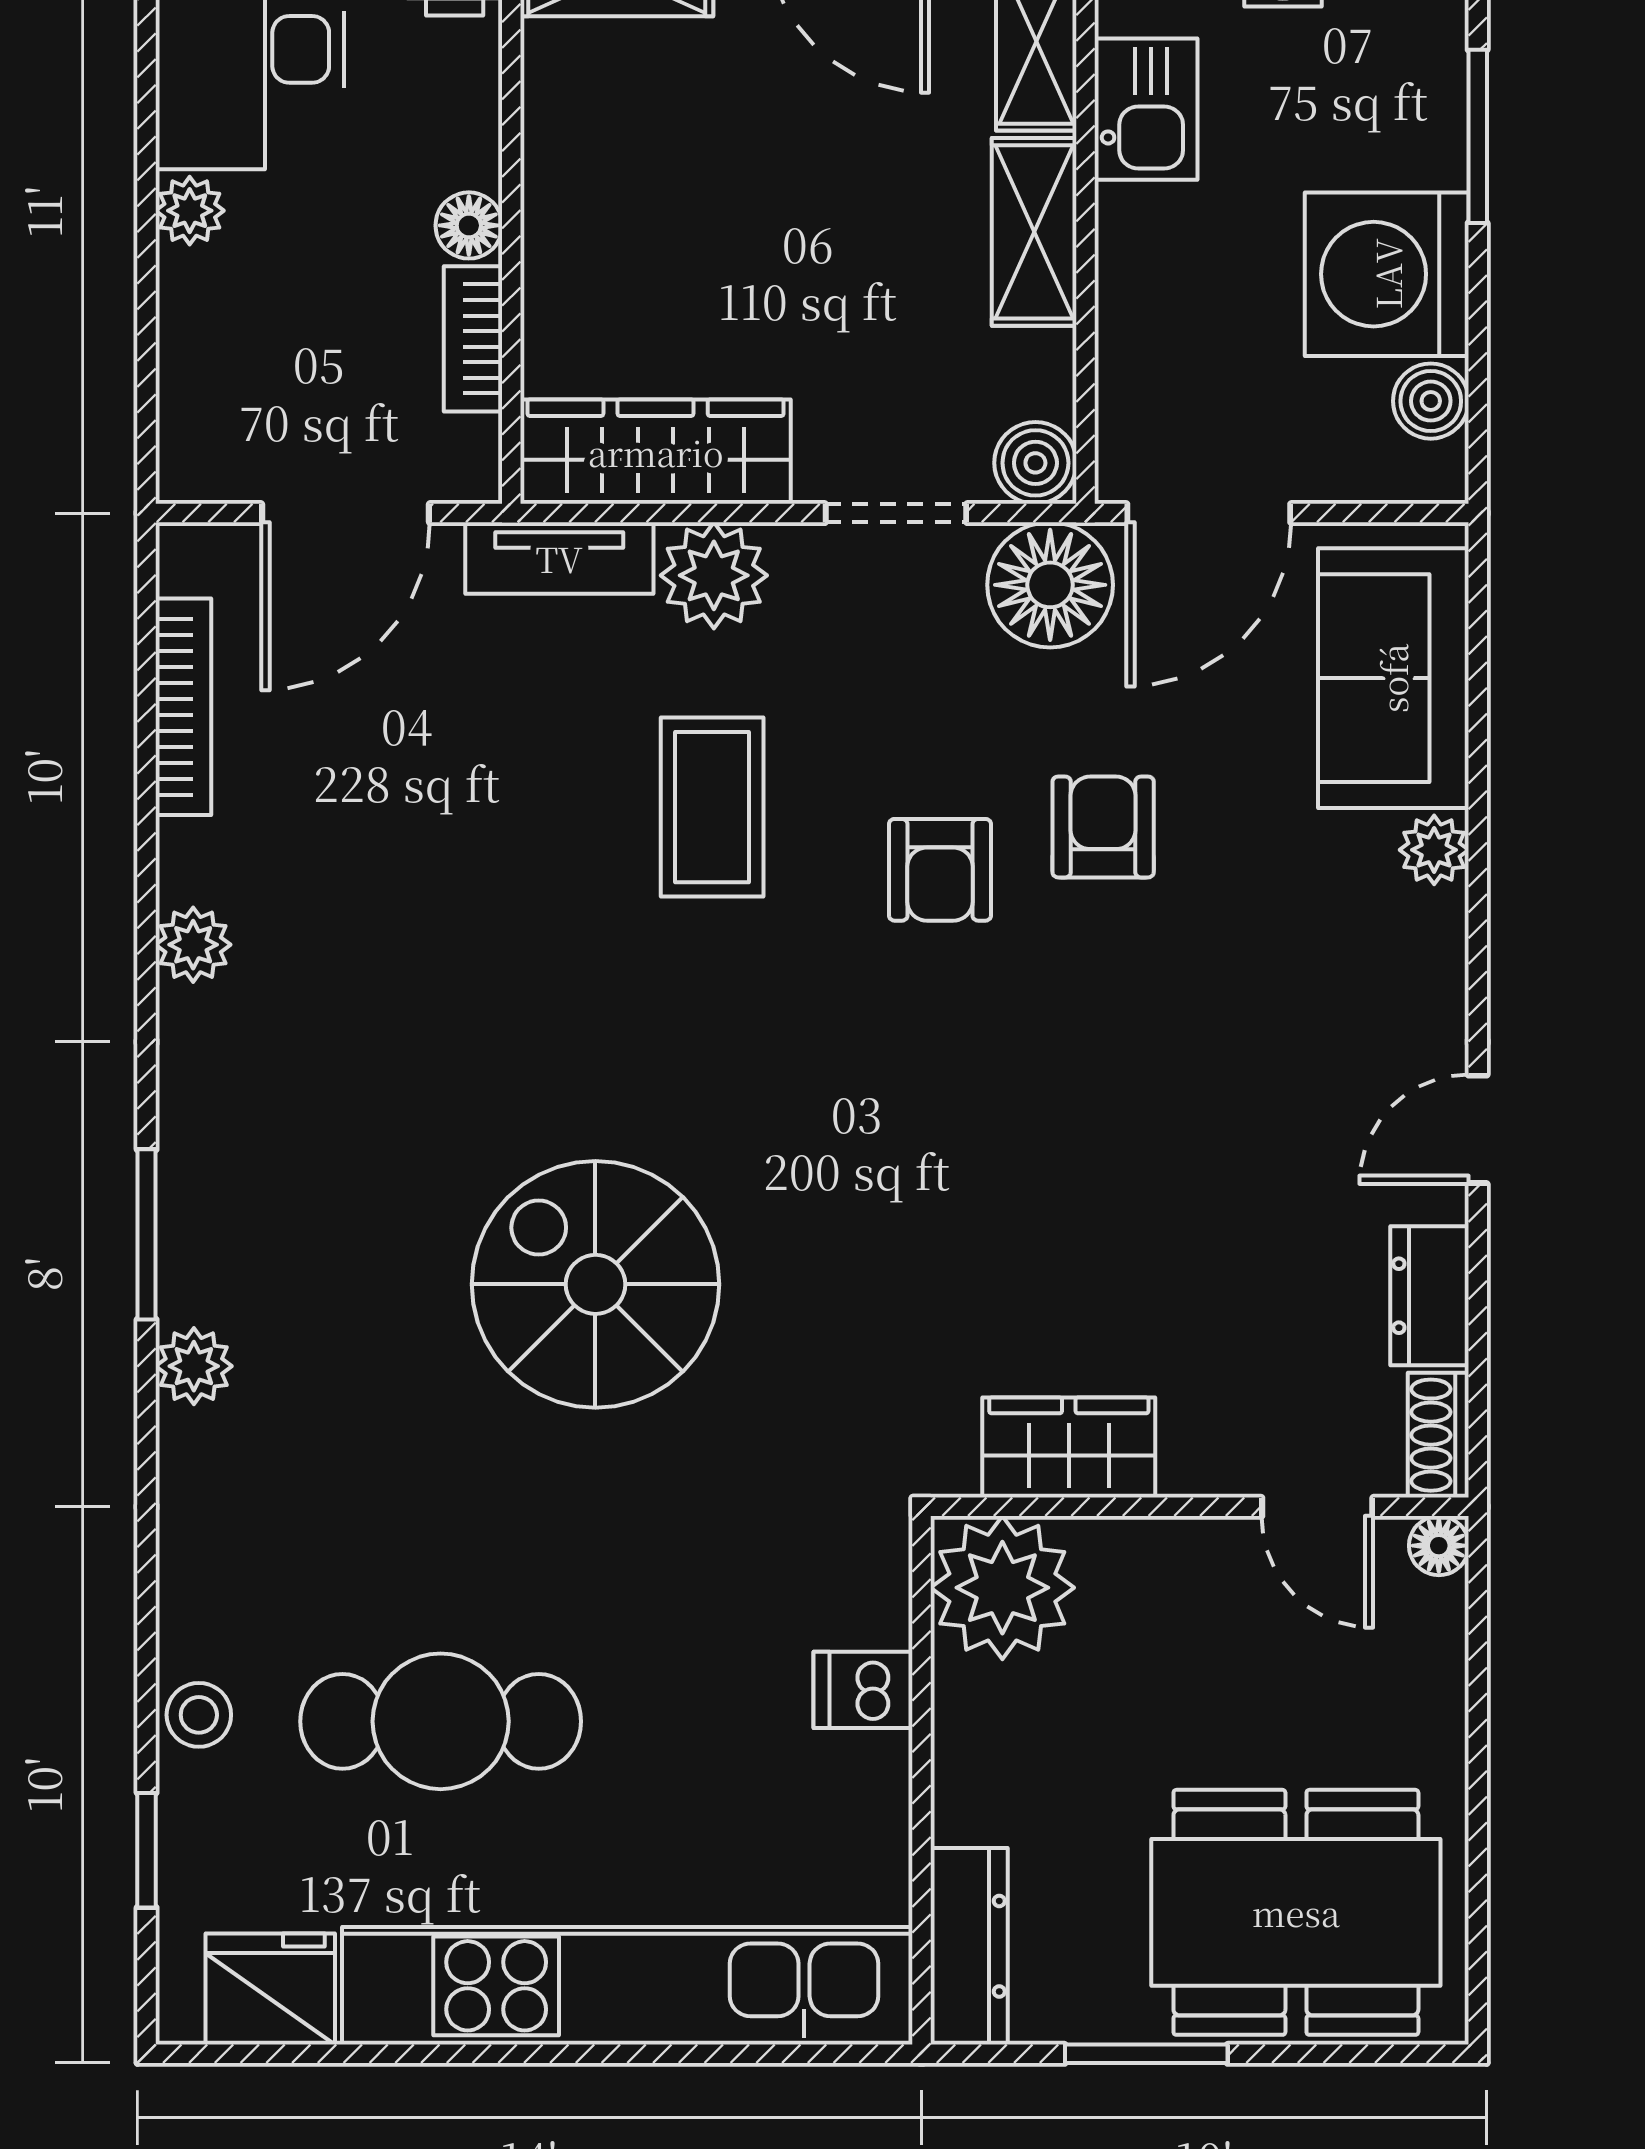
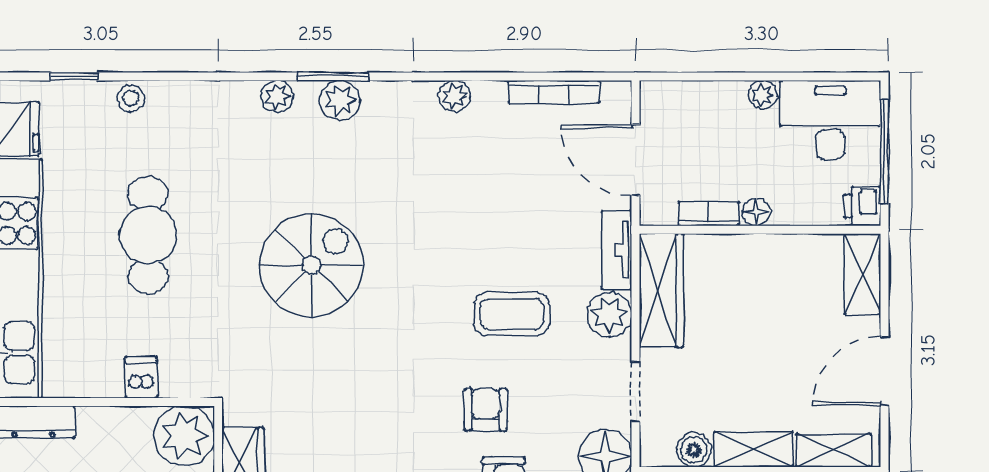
boiler: (1035, 463) -> (694, 450), moved
armchair: (940, 870) -> (486, 410), turned 90
plant: (203, 1217) -> (340, 100), added
cafe table: (441, 1721) -> (148, 235), moved

